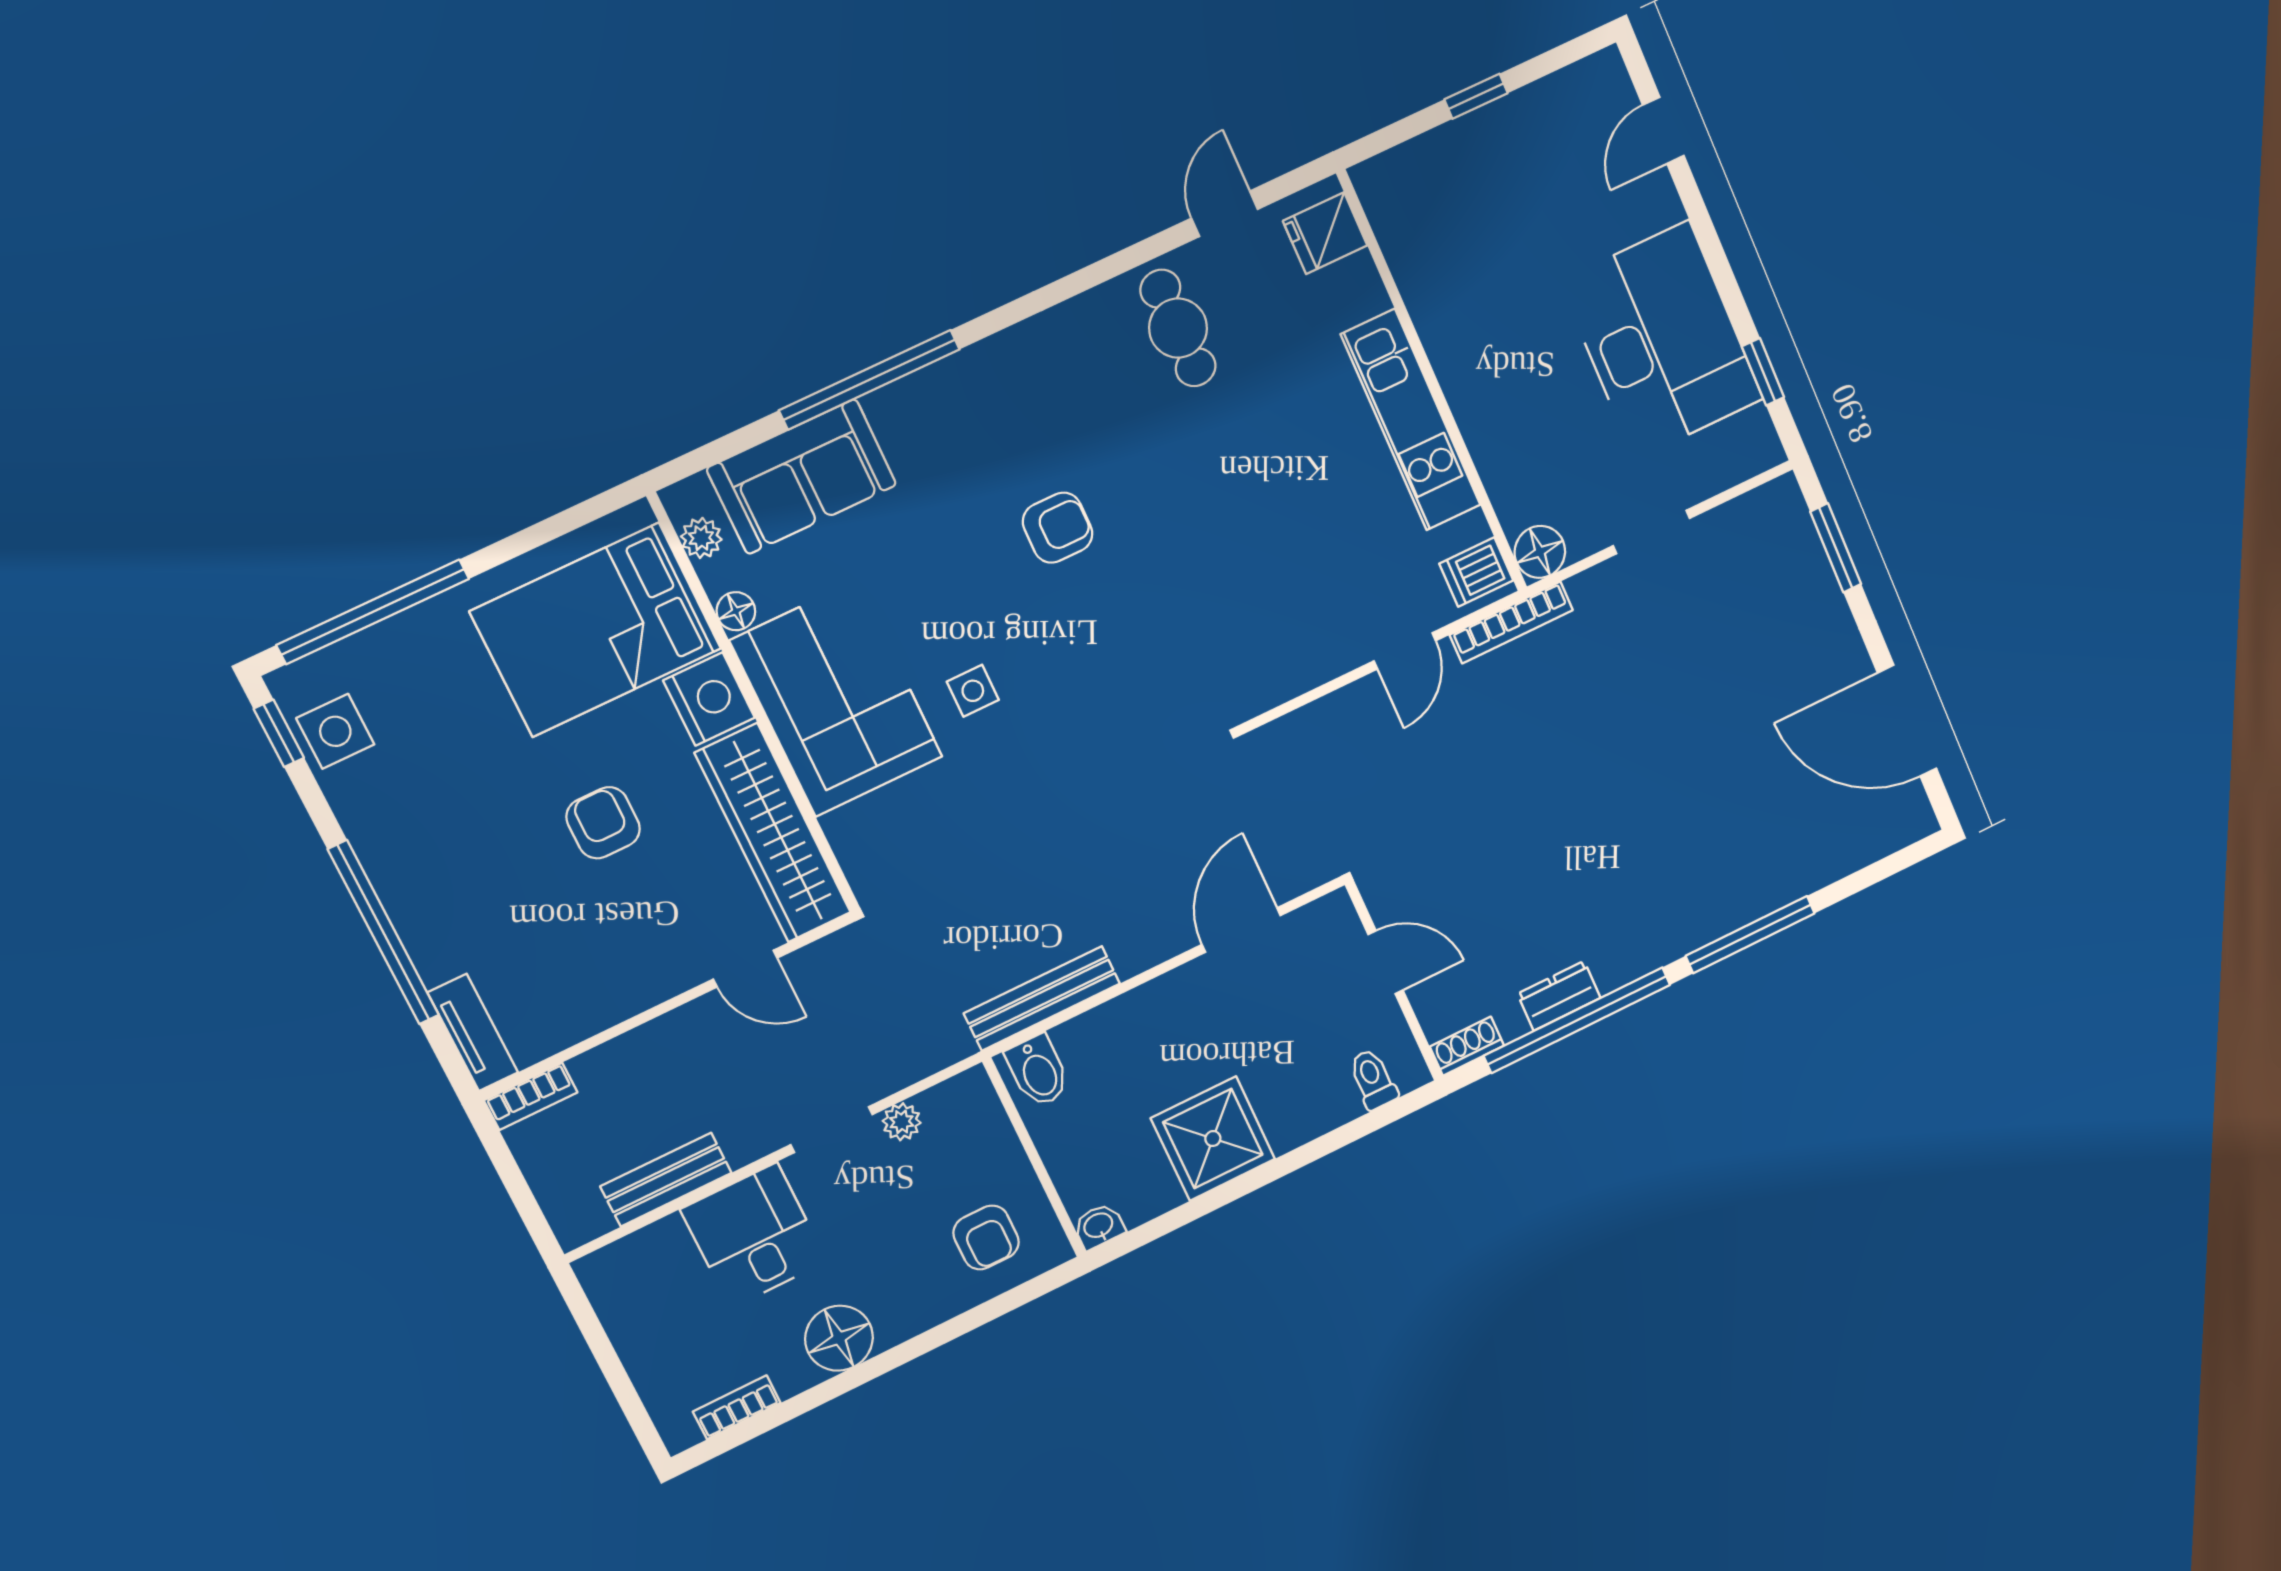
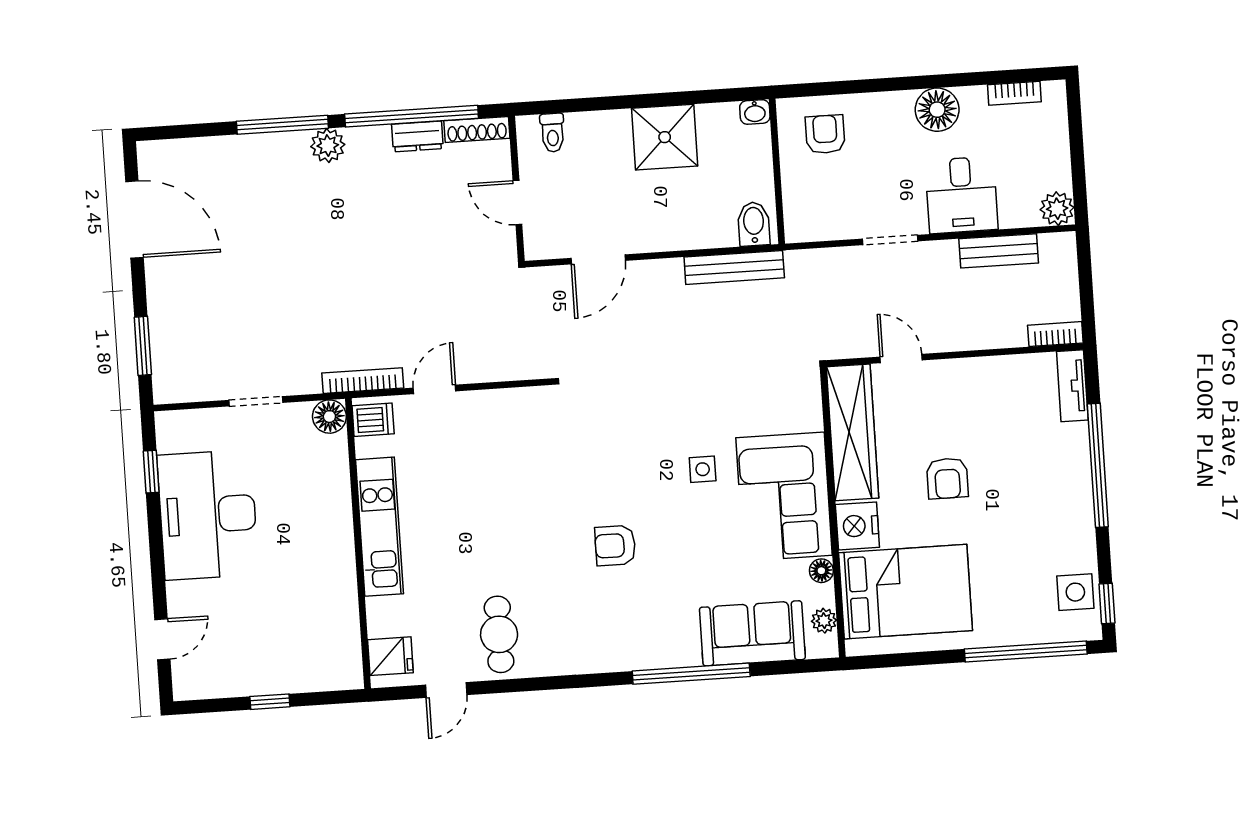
plant: (1678, 932) -> (328, 145), added
shoe rack: (1467, 1046) -> (477, 129), width x1.43
plant: (902, 1122) -> (1057, 209), moved, width x1.38, depth x1.38

